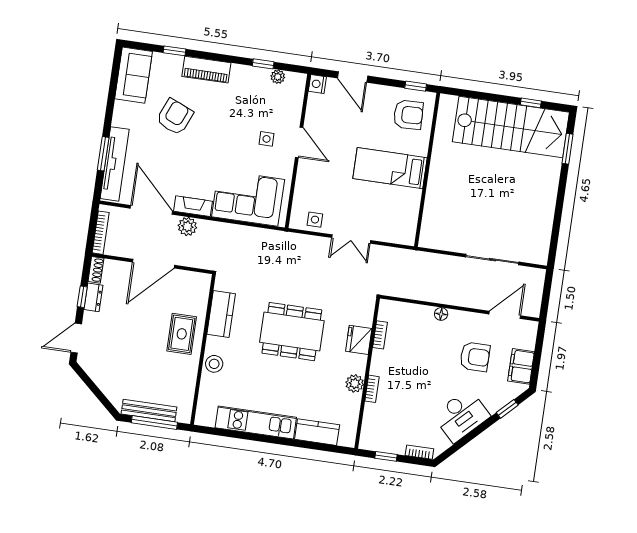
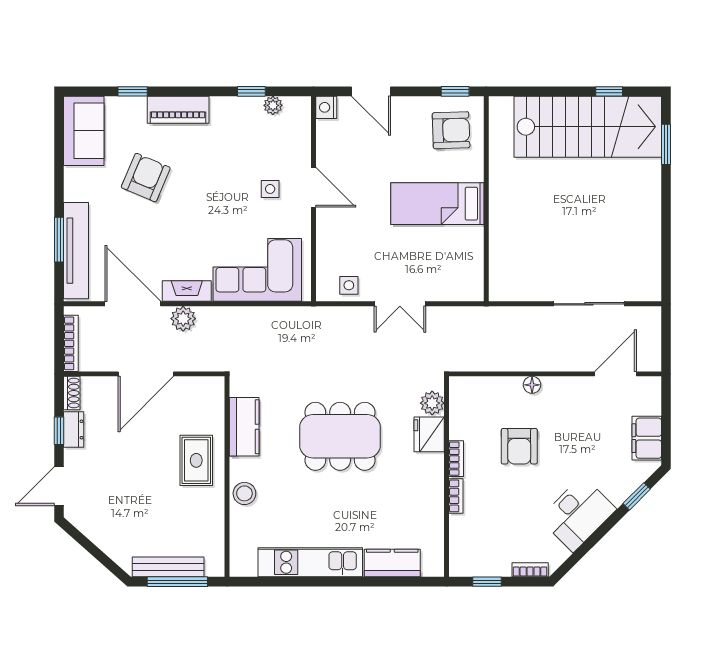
bookcase: (380, 335) -> (456, 459), moved
armchair: (475, 357) -> (519, 446), moved, turned 90
plant: (355, 383) -> (432, 403), moved

